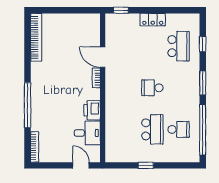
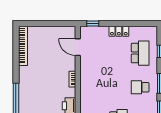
door: (103, 57) -> (78, 47), moved
school desk: (152, 88) -> (140, 87), moved

